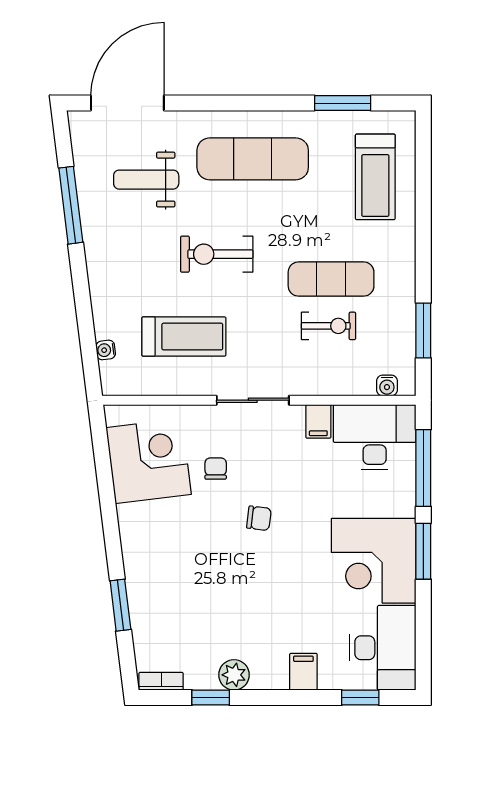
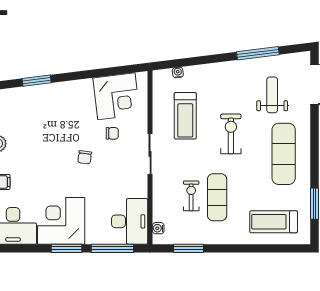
exercise bike: (329, 326) -> (191, 196), turned 180
filing cabinet: (318, 421) -> (138, 190), removed

